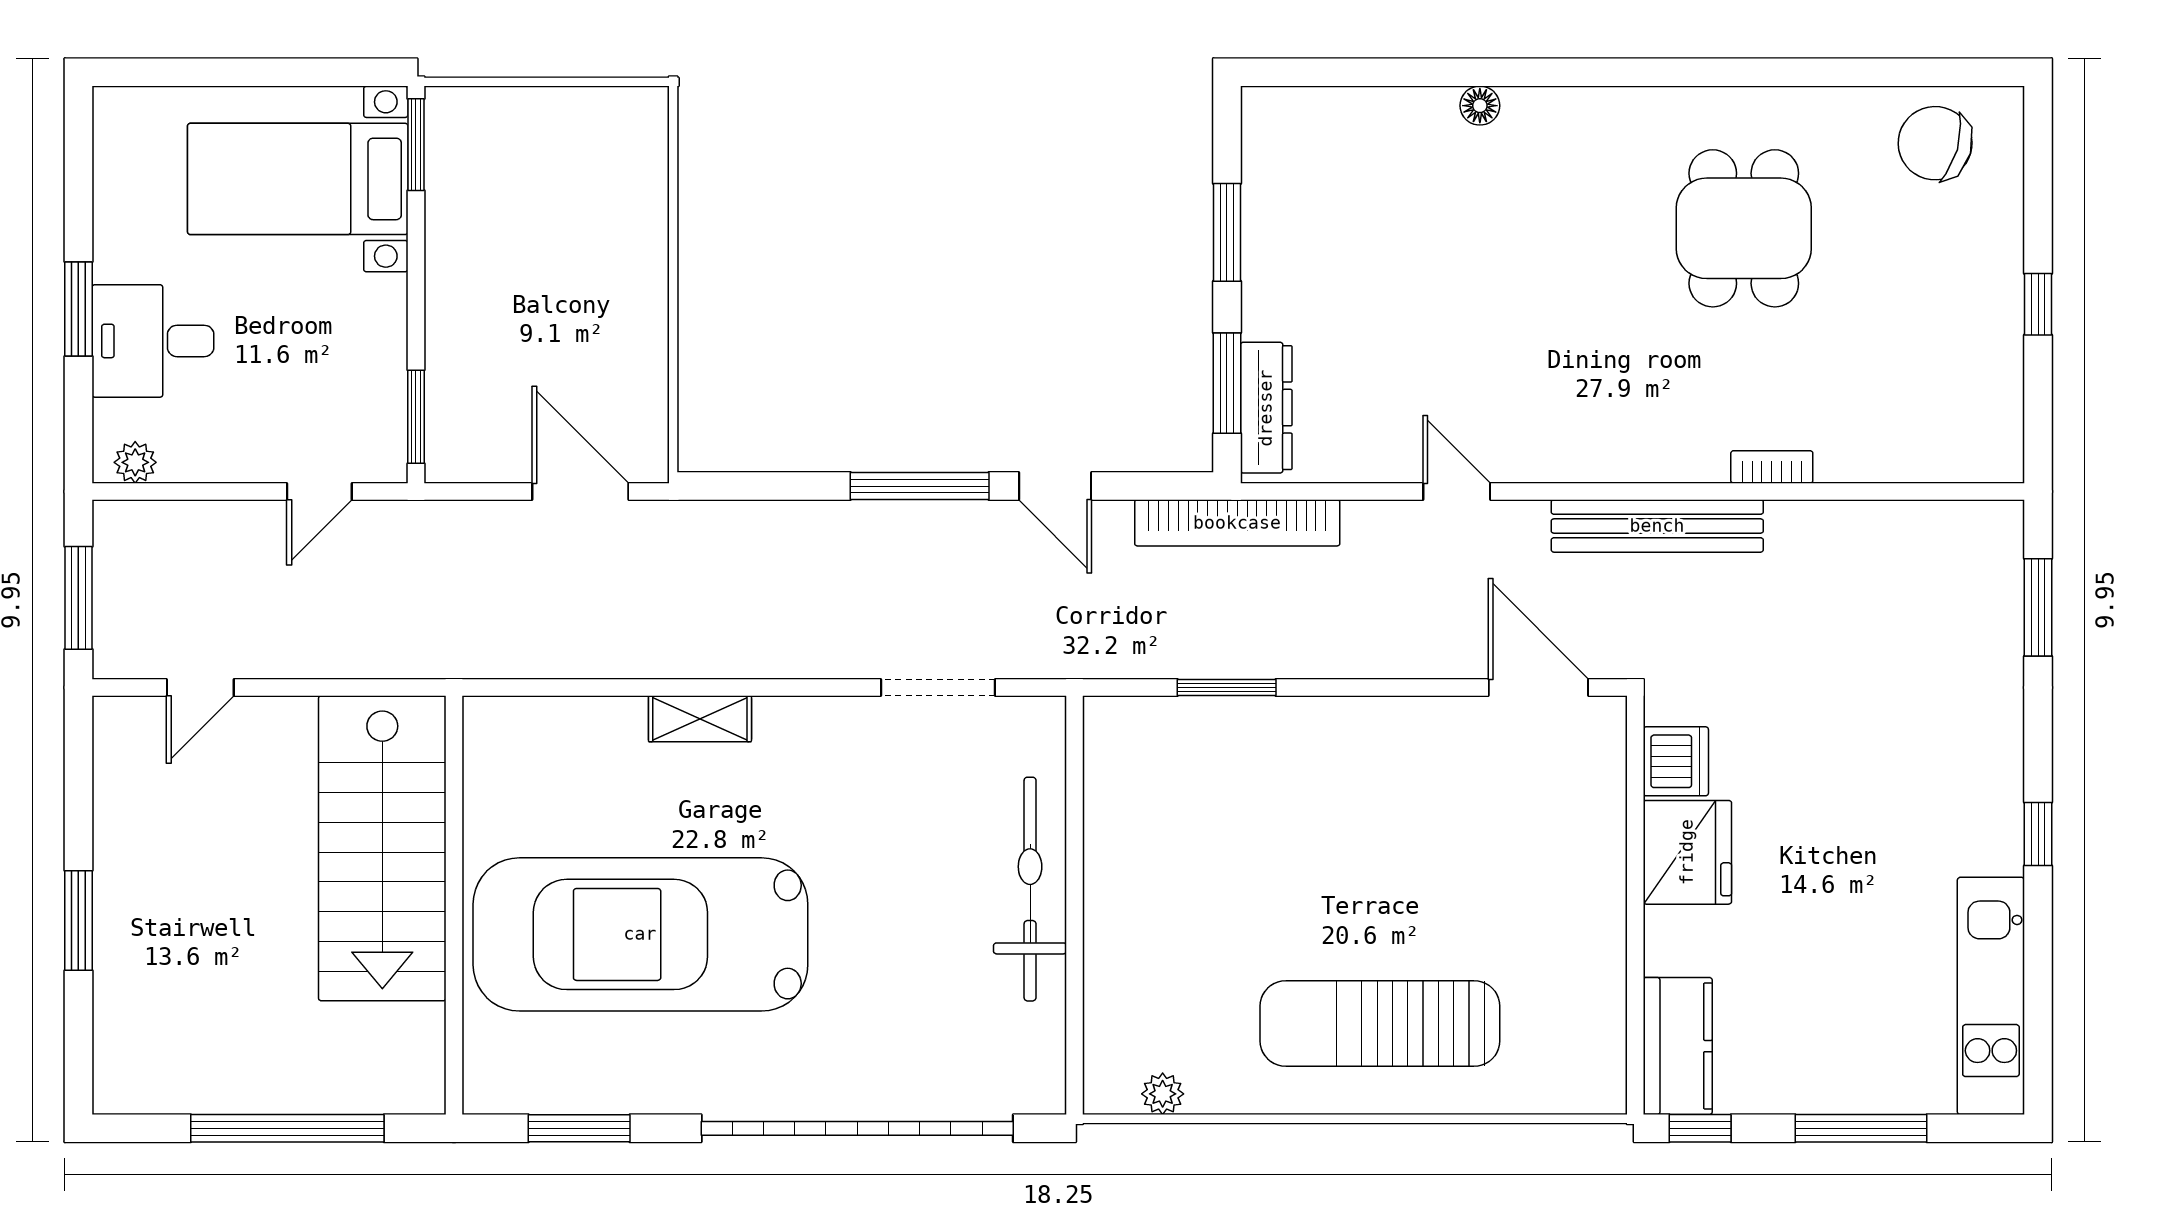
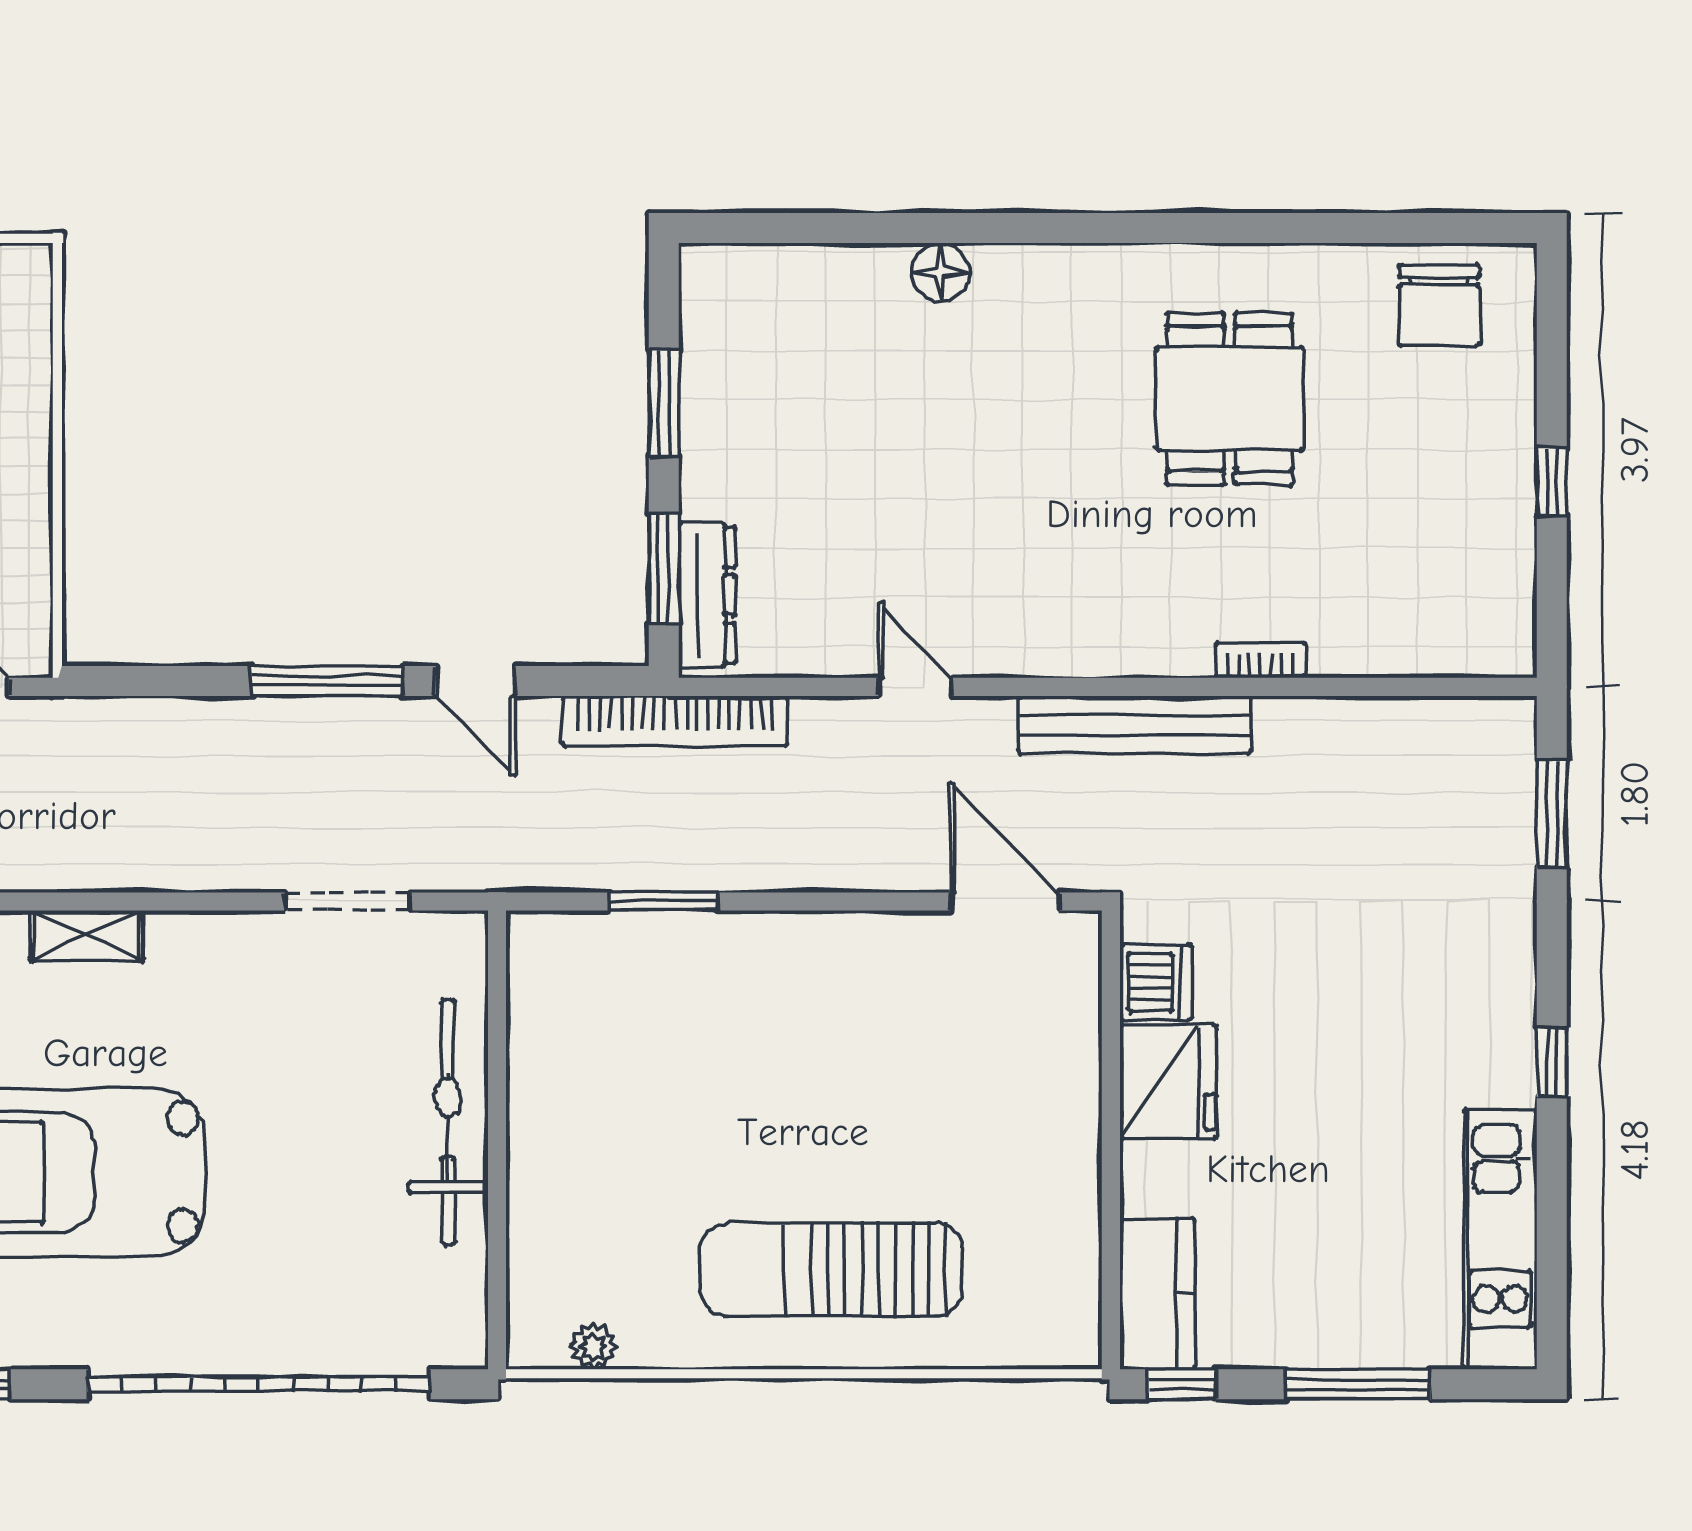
floor lamp: (1480, 106) -> (941, 272), width x1.37, depth x1.37
chair: (1935, 143) -> (1439, 306), turned -106

